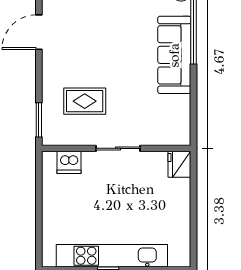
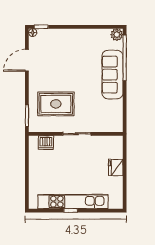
rug: (85, 101) -> (56, 104), width x1.36, depth x1.43
fridge: (179, 164) -> (116, 167), moved

